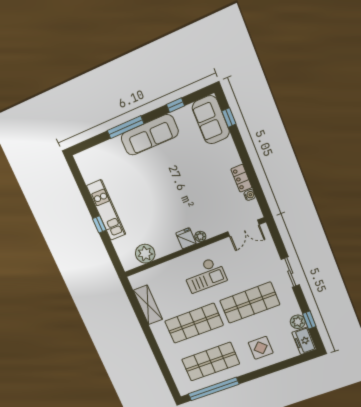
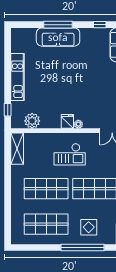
sofa: (150, 135) -> (58, 37), moved
window: (99, 224) -> (8, 110), moved
shelving: (148, 305) -> (17, 149), moved
window: (214, 389) -> (82, 248), moved

